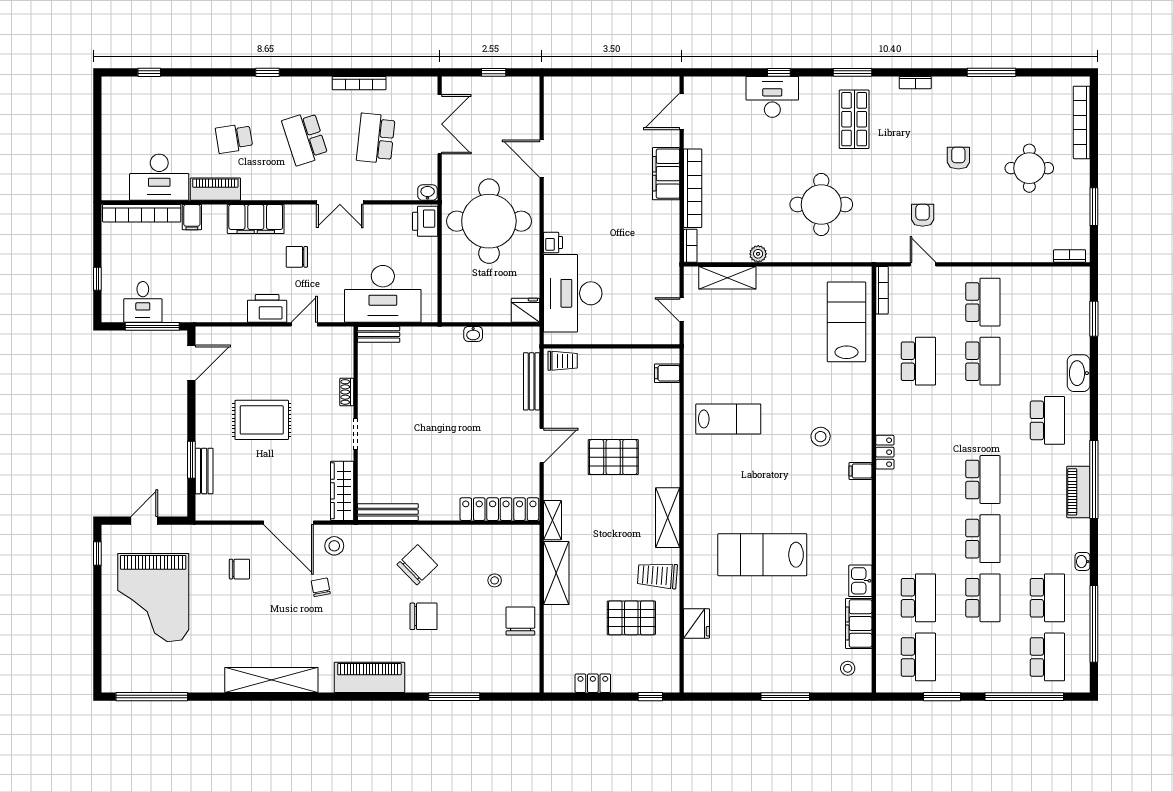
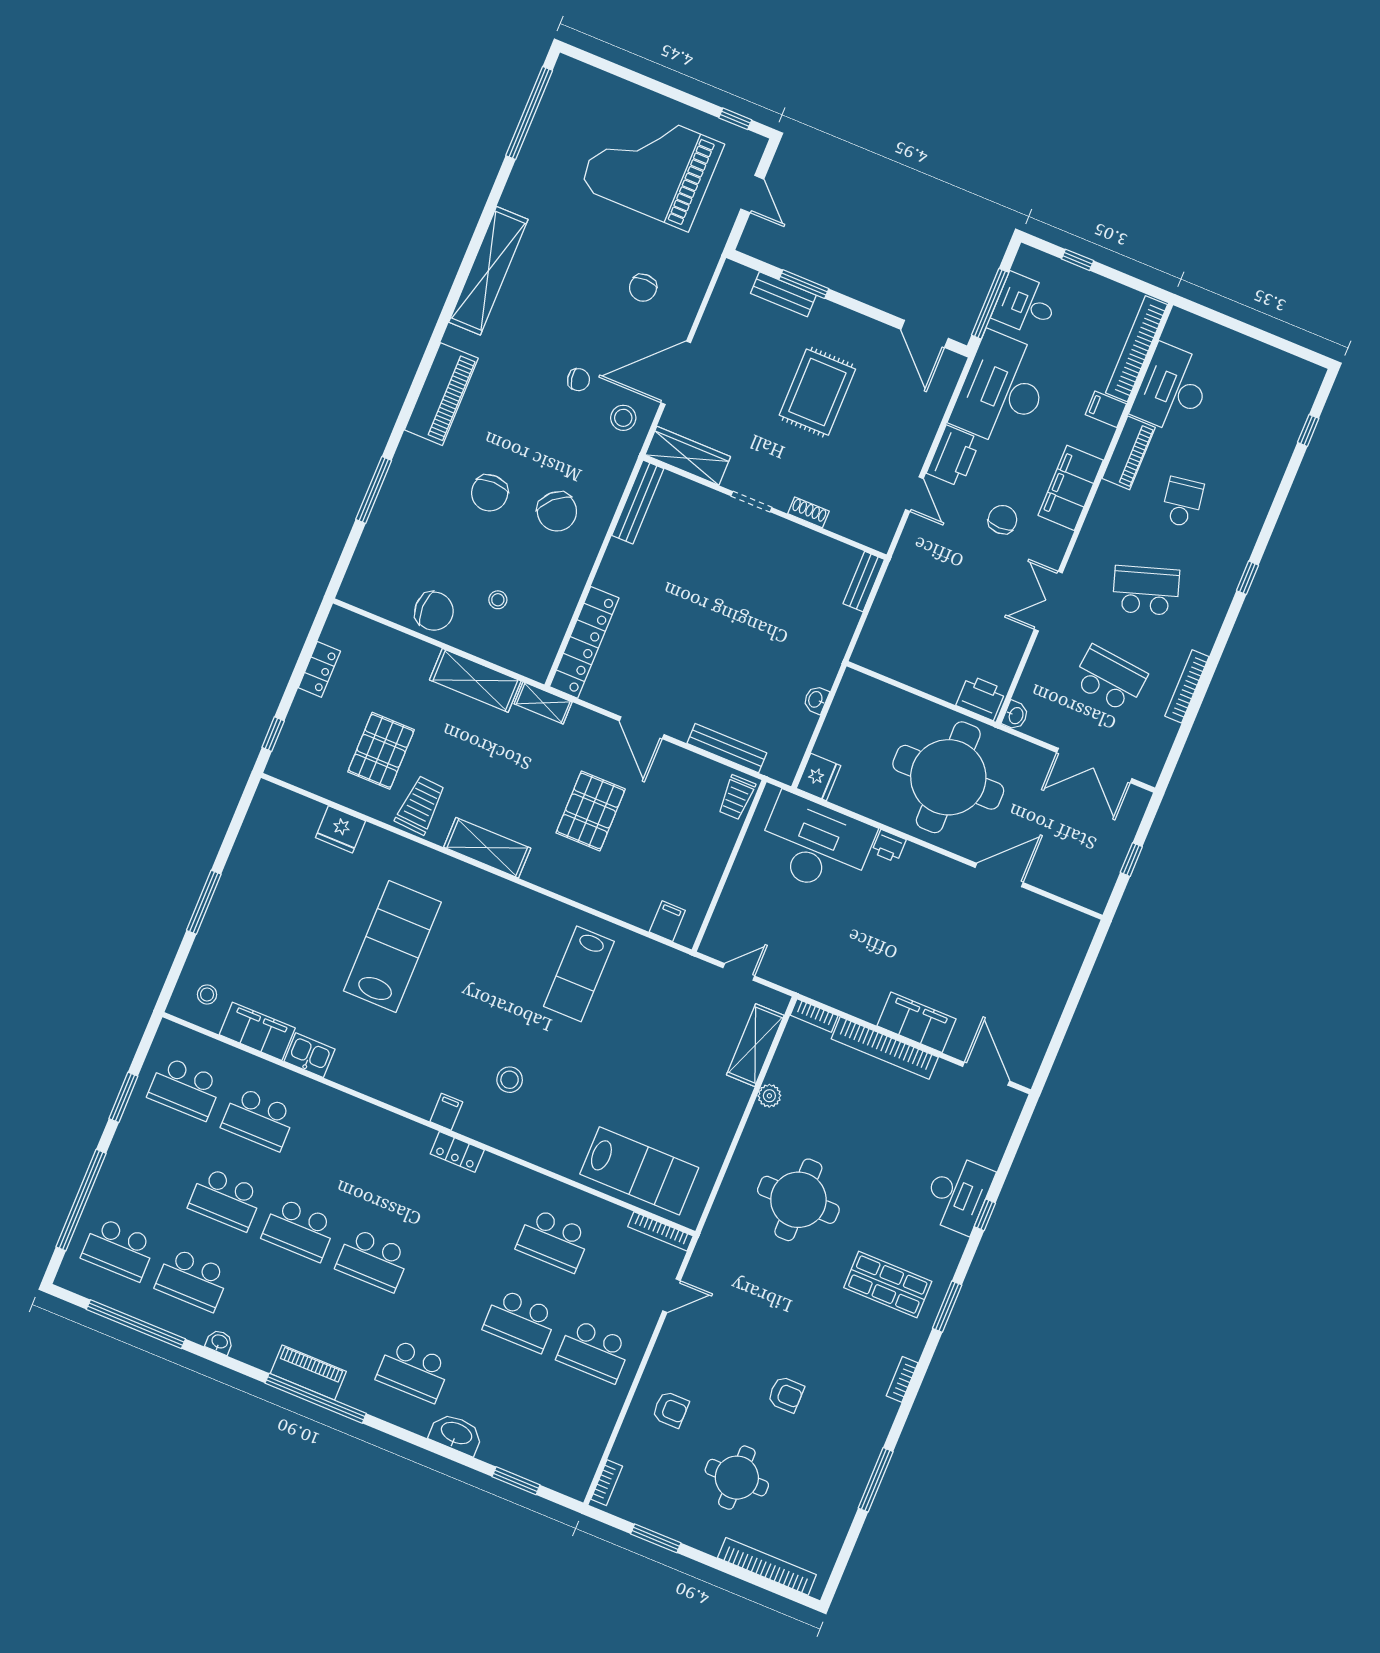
armchair: (923, 215) -> (670, 1409), moved
desk: (383, 294) -> (1002, 390), moved

